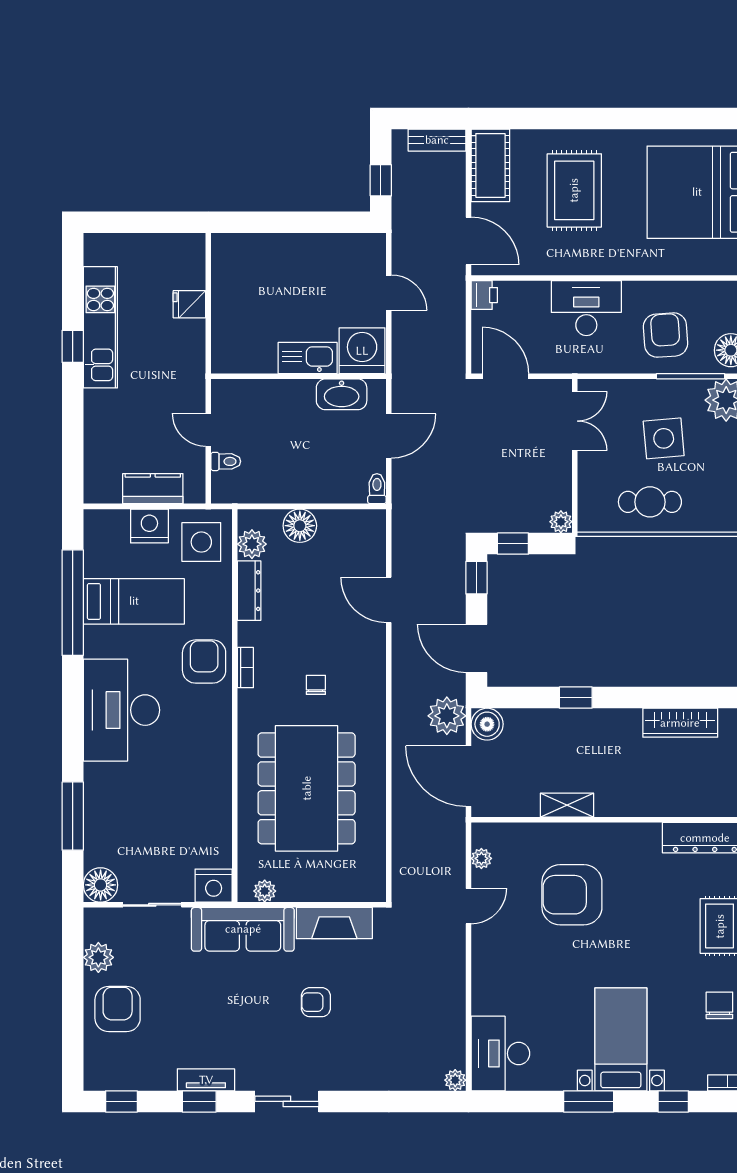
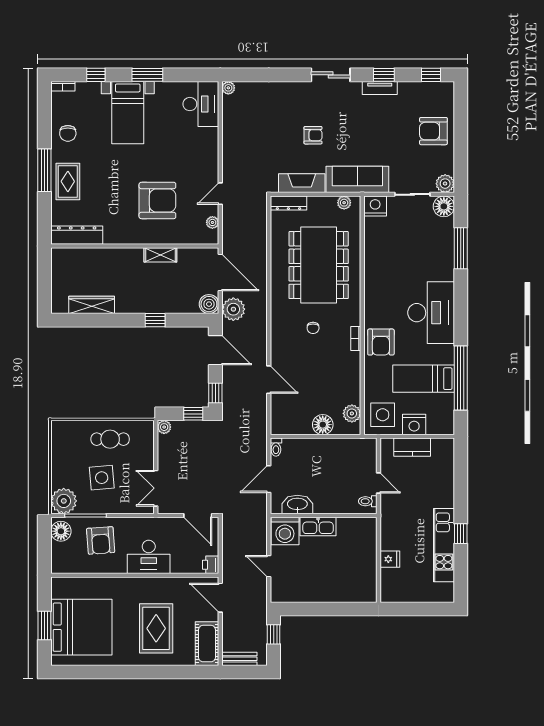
toilet: (226, 461) -> (368, 501), moved
dresser: (249, 591) -> (288, 203), moved, turned -90
plant: (98, 957) -> (445, 184), moved
armchair: (118, 1009) -> (433, 131), turned 90

